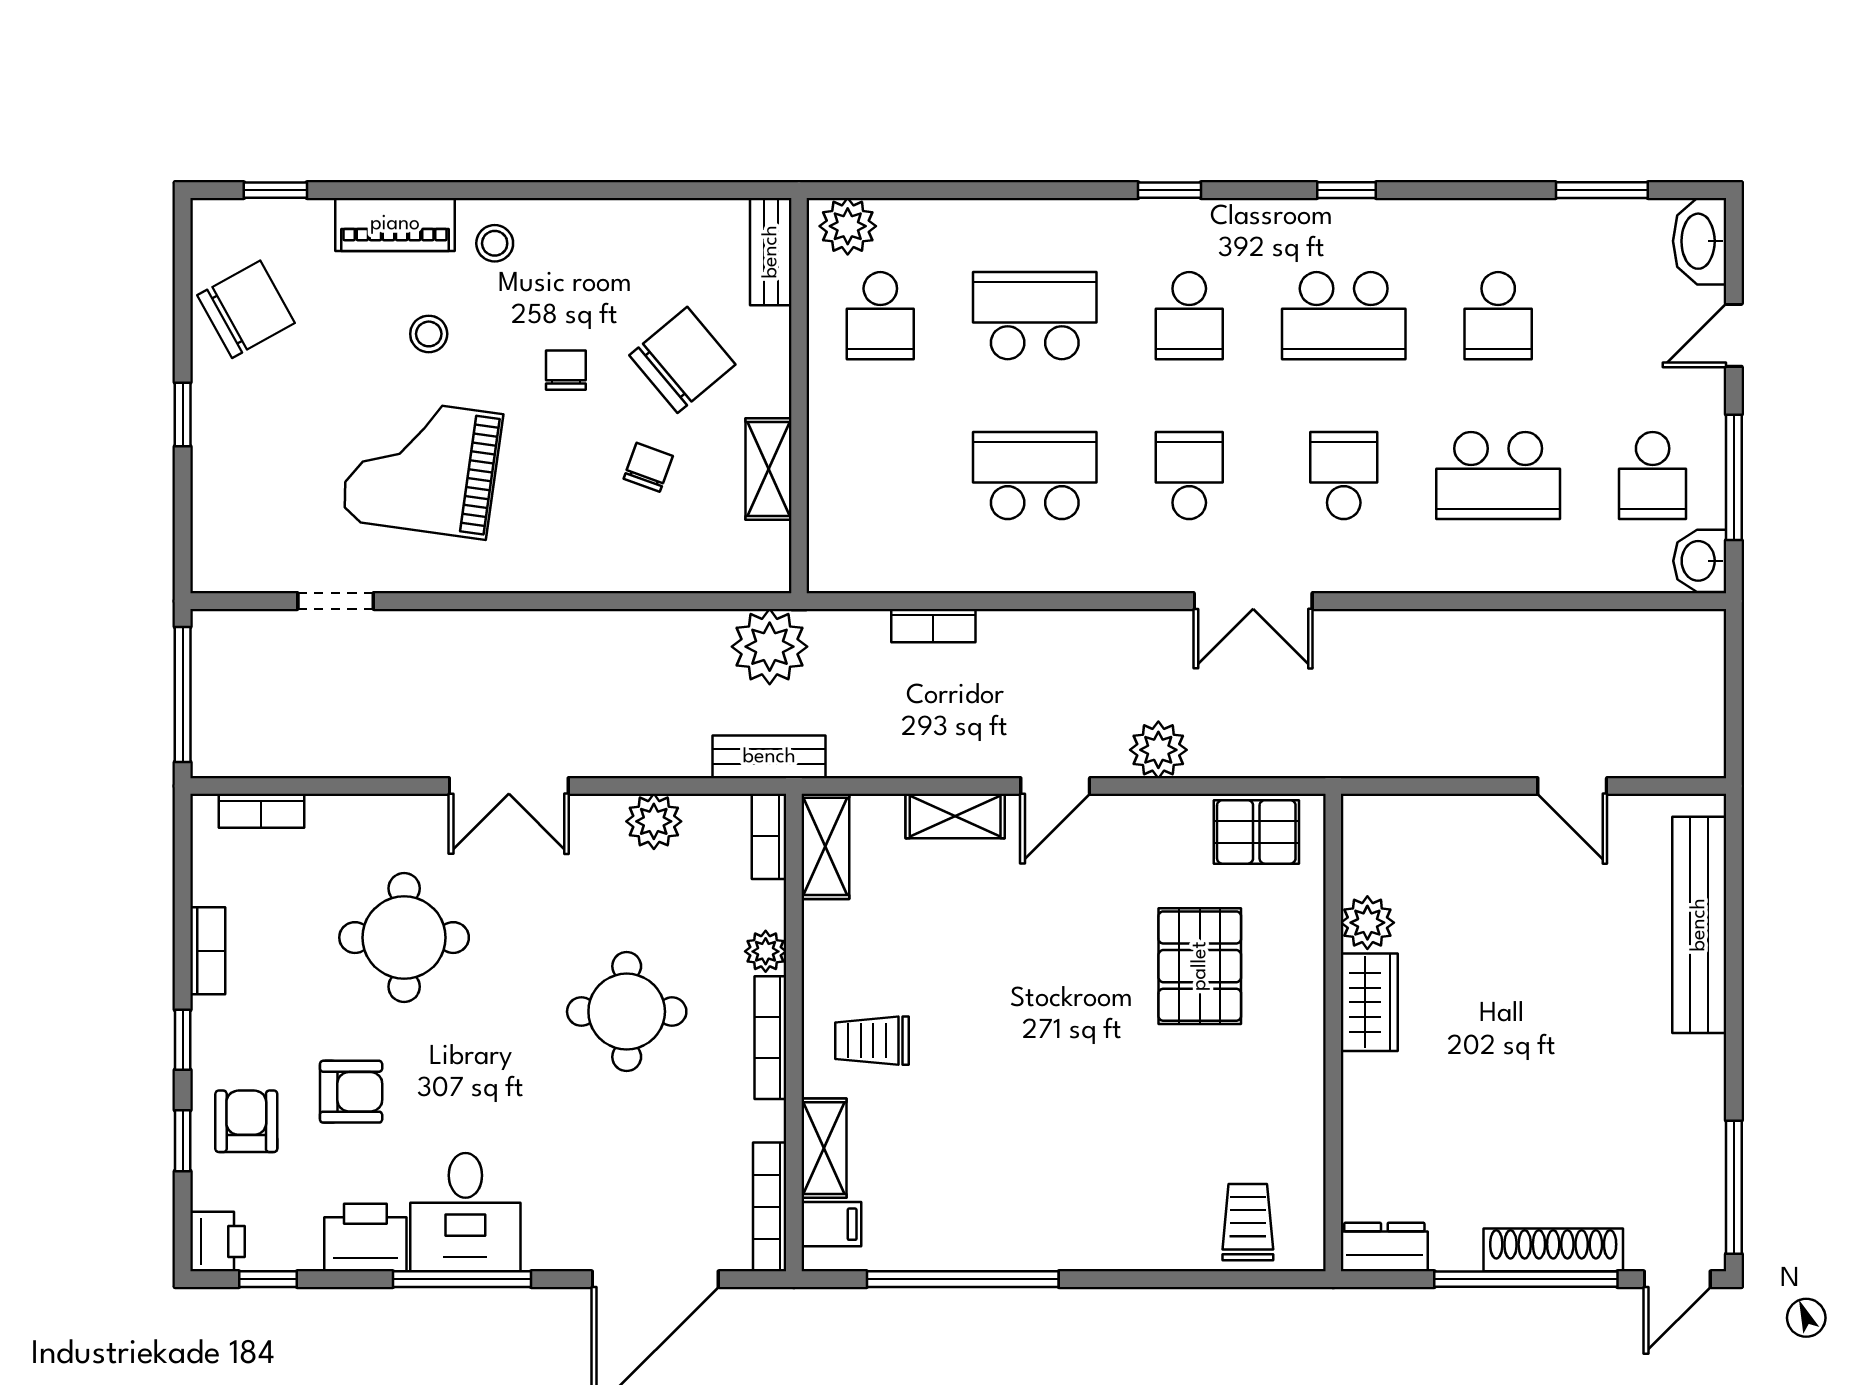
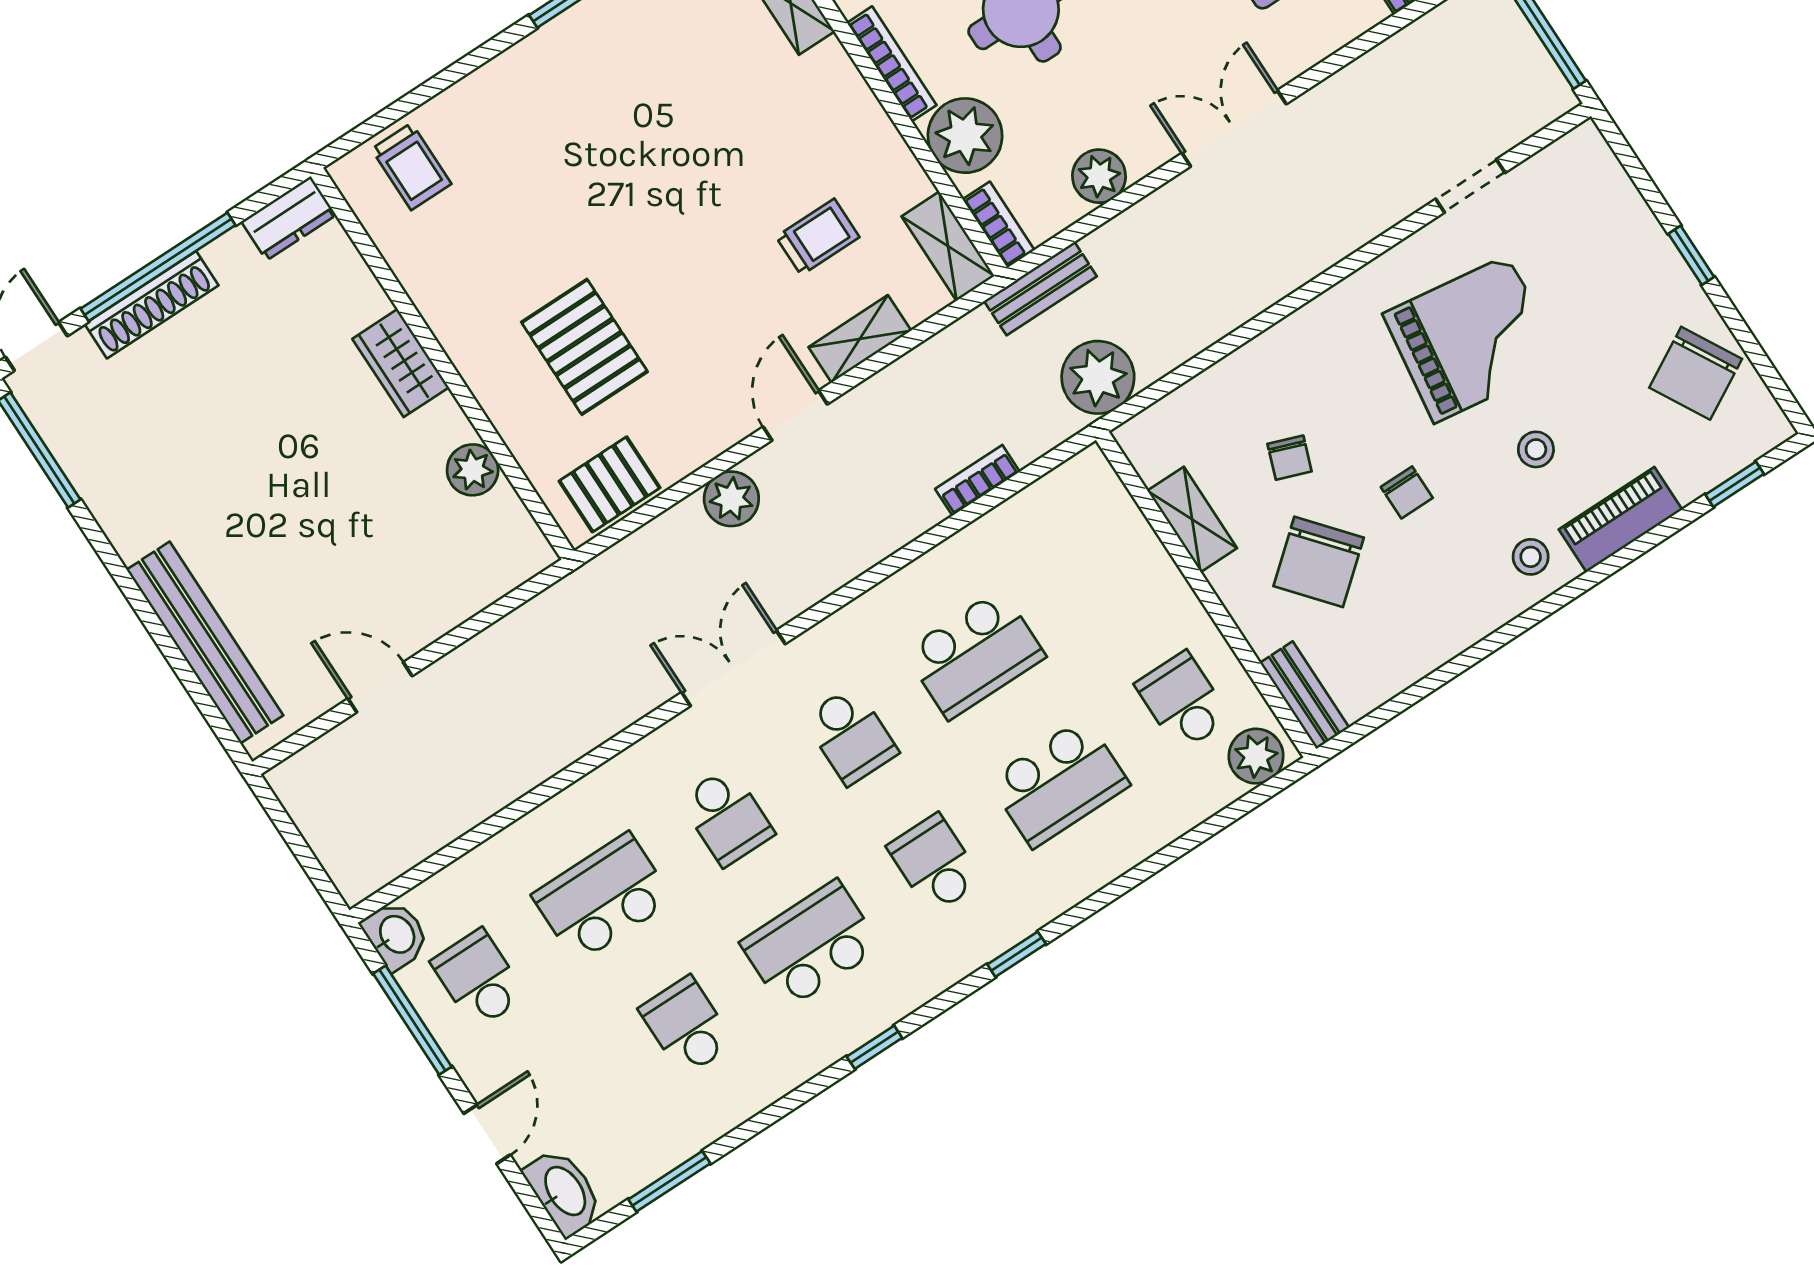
plant: (766, 951) -> (965, 136), width x1.87, depth x1.87
wardrobe: (1369, 1002) -> (401, 363), moved
trolley: (872, 1041) -> (818, 237), moved

